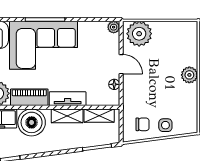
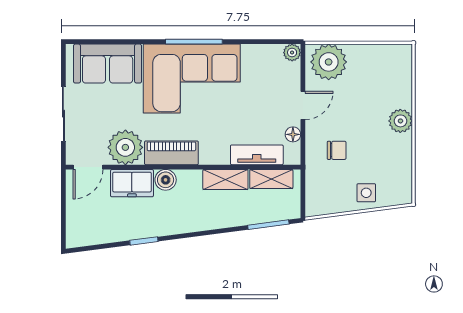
door: (121, 64) -> (303, 105), hinge flipped
tv unit: (68, 99) -> (257, 155), moved
boiler: (32, 122) -> (166, 180), width x0.54, depth x0.54
chair: (143, 124) -> (337, 150), moved

